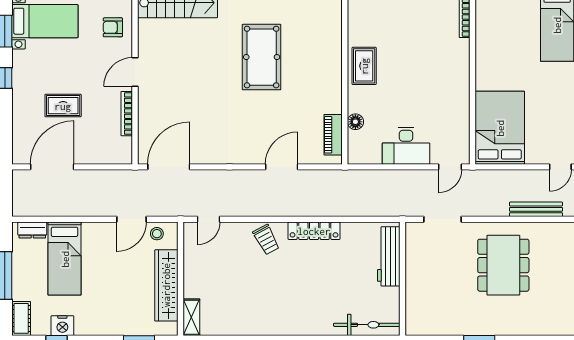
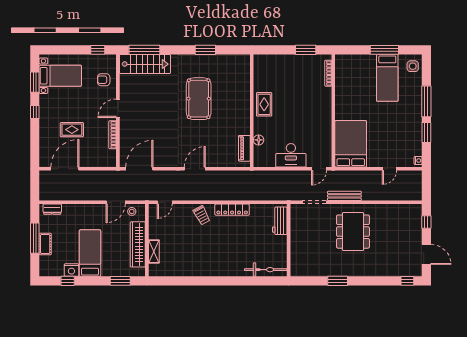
door: (282, 167) -> (195, 169), moved
bench: (536, 209) -> (344, 196), moved
workbench: (389, 256) -> (280, 221), width x0.73
bed: (65, 259) -> (90, 253), moved, turned 180
shelving: (191, 317) -> (154, 252), moved
cot: (21, 318) -> (45, 244), moved

